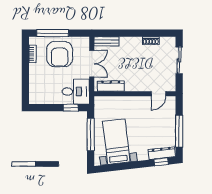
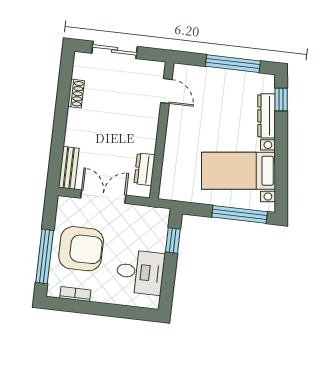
dresser: (111, 86) -> (145, 169), width x0.70
desk: (76, 92) -> (140, 272), moved, turned 90
window: (91, 134) -> (240, 214), moved
dresser: (162, 153) -> (267, 116), moved

